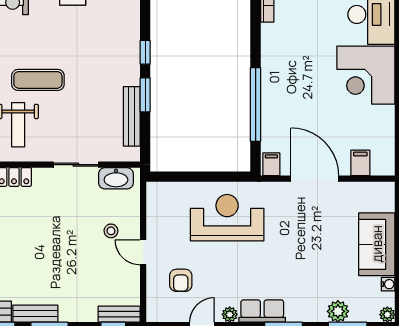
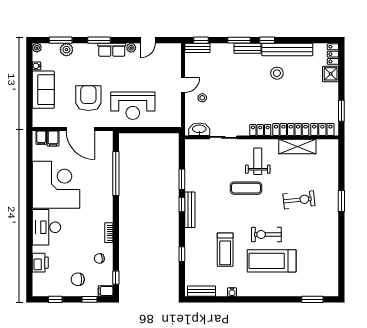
corner desk: (366, 75) -> (56, 185), width x1.36, depth x1.36
bench: (132, 116) -> (190, 210), moved
filing cabinet: (271, 164) -> (41, 138), moved
door: (143, 252) -> (183, 85), hinge flipped
armchair: (181, 280) -> (88, 98), moved, width x1.88, depth x1.88

